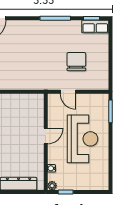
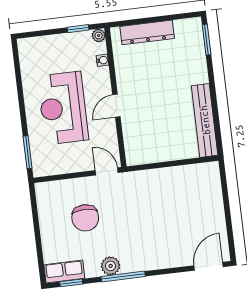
plant: (63, 27) -> (111, 266), added
door: (68, 92) -> (107, 171), moved

